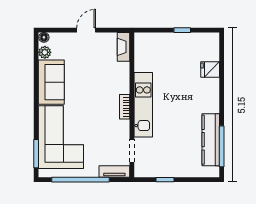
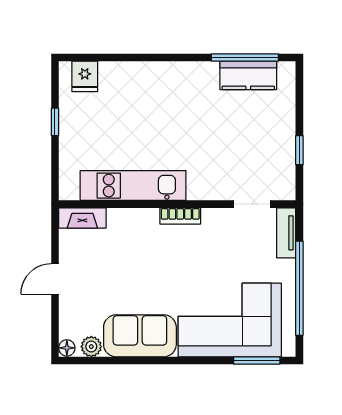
door: (86, 30) -> (55, 279), hinge flipped
fridge: (210, 70) -> (85, 76), moved
kitchen unit: (143, 105) -> (133, 186), moved
kitchen counter: (211, 140) -> (248, 75), width x0.67

